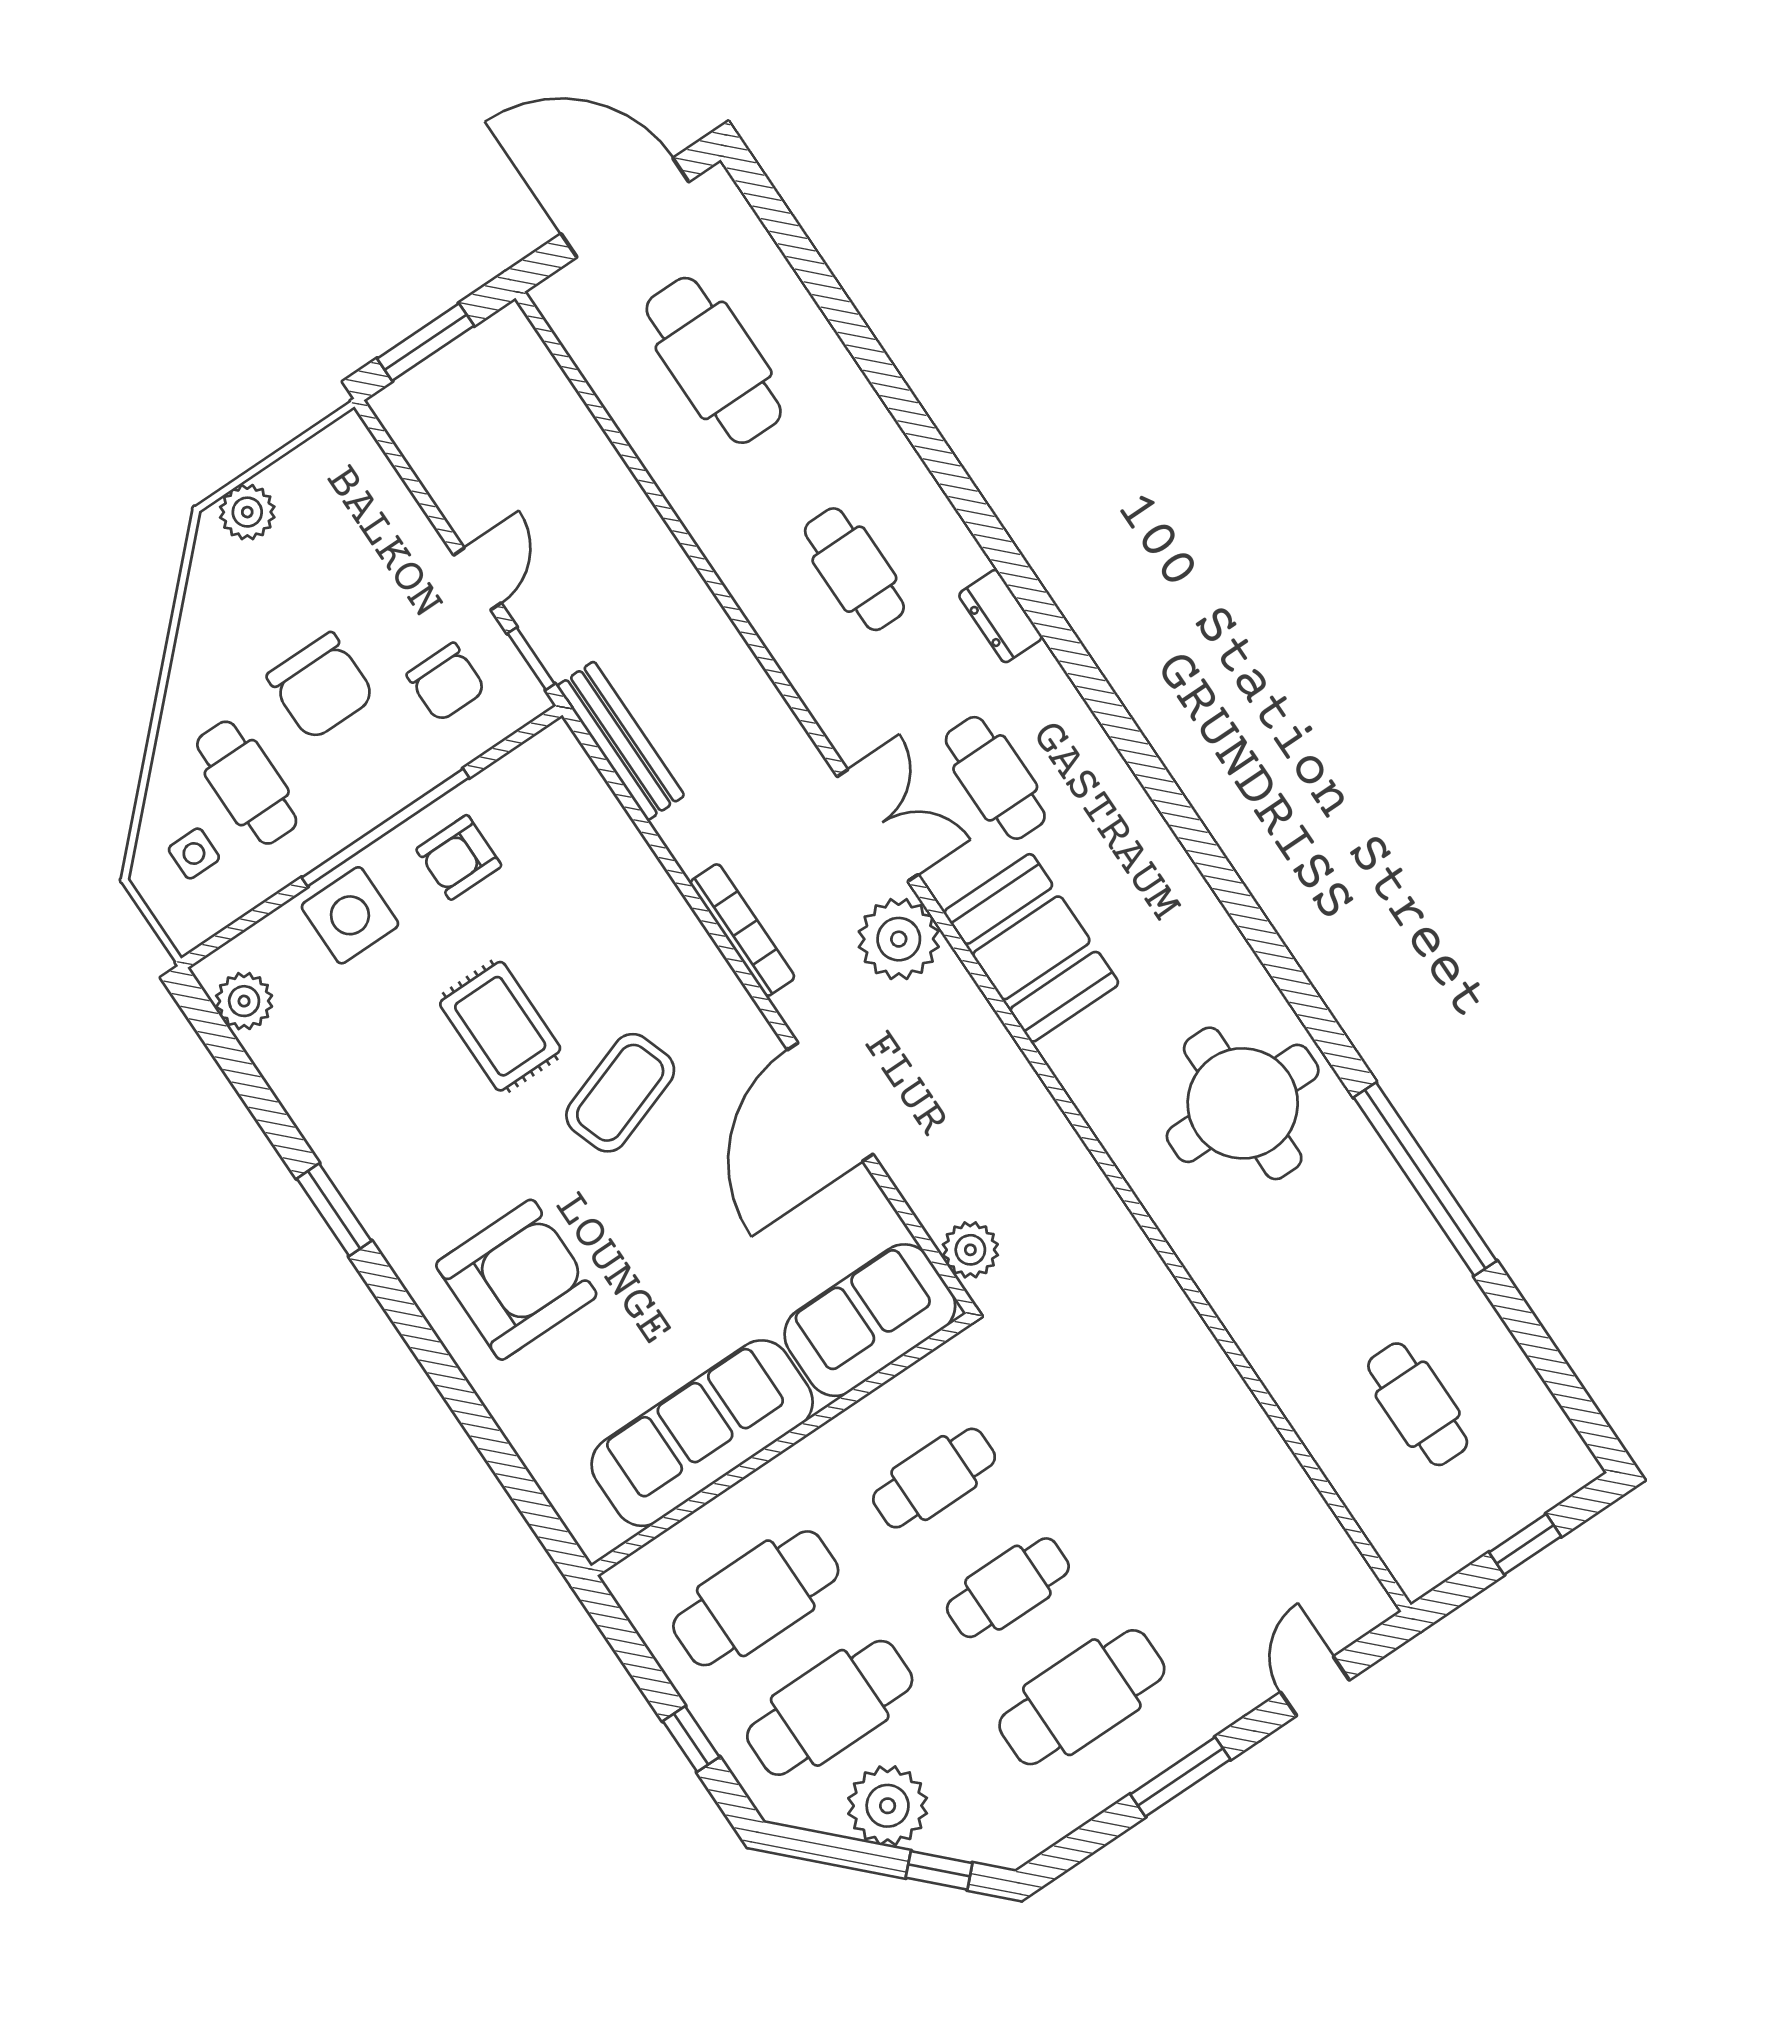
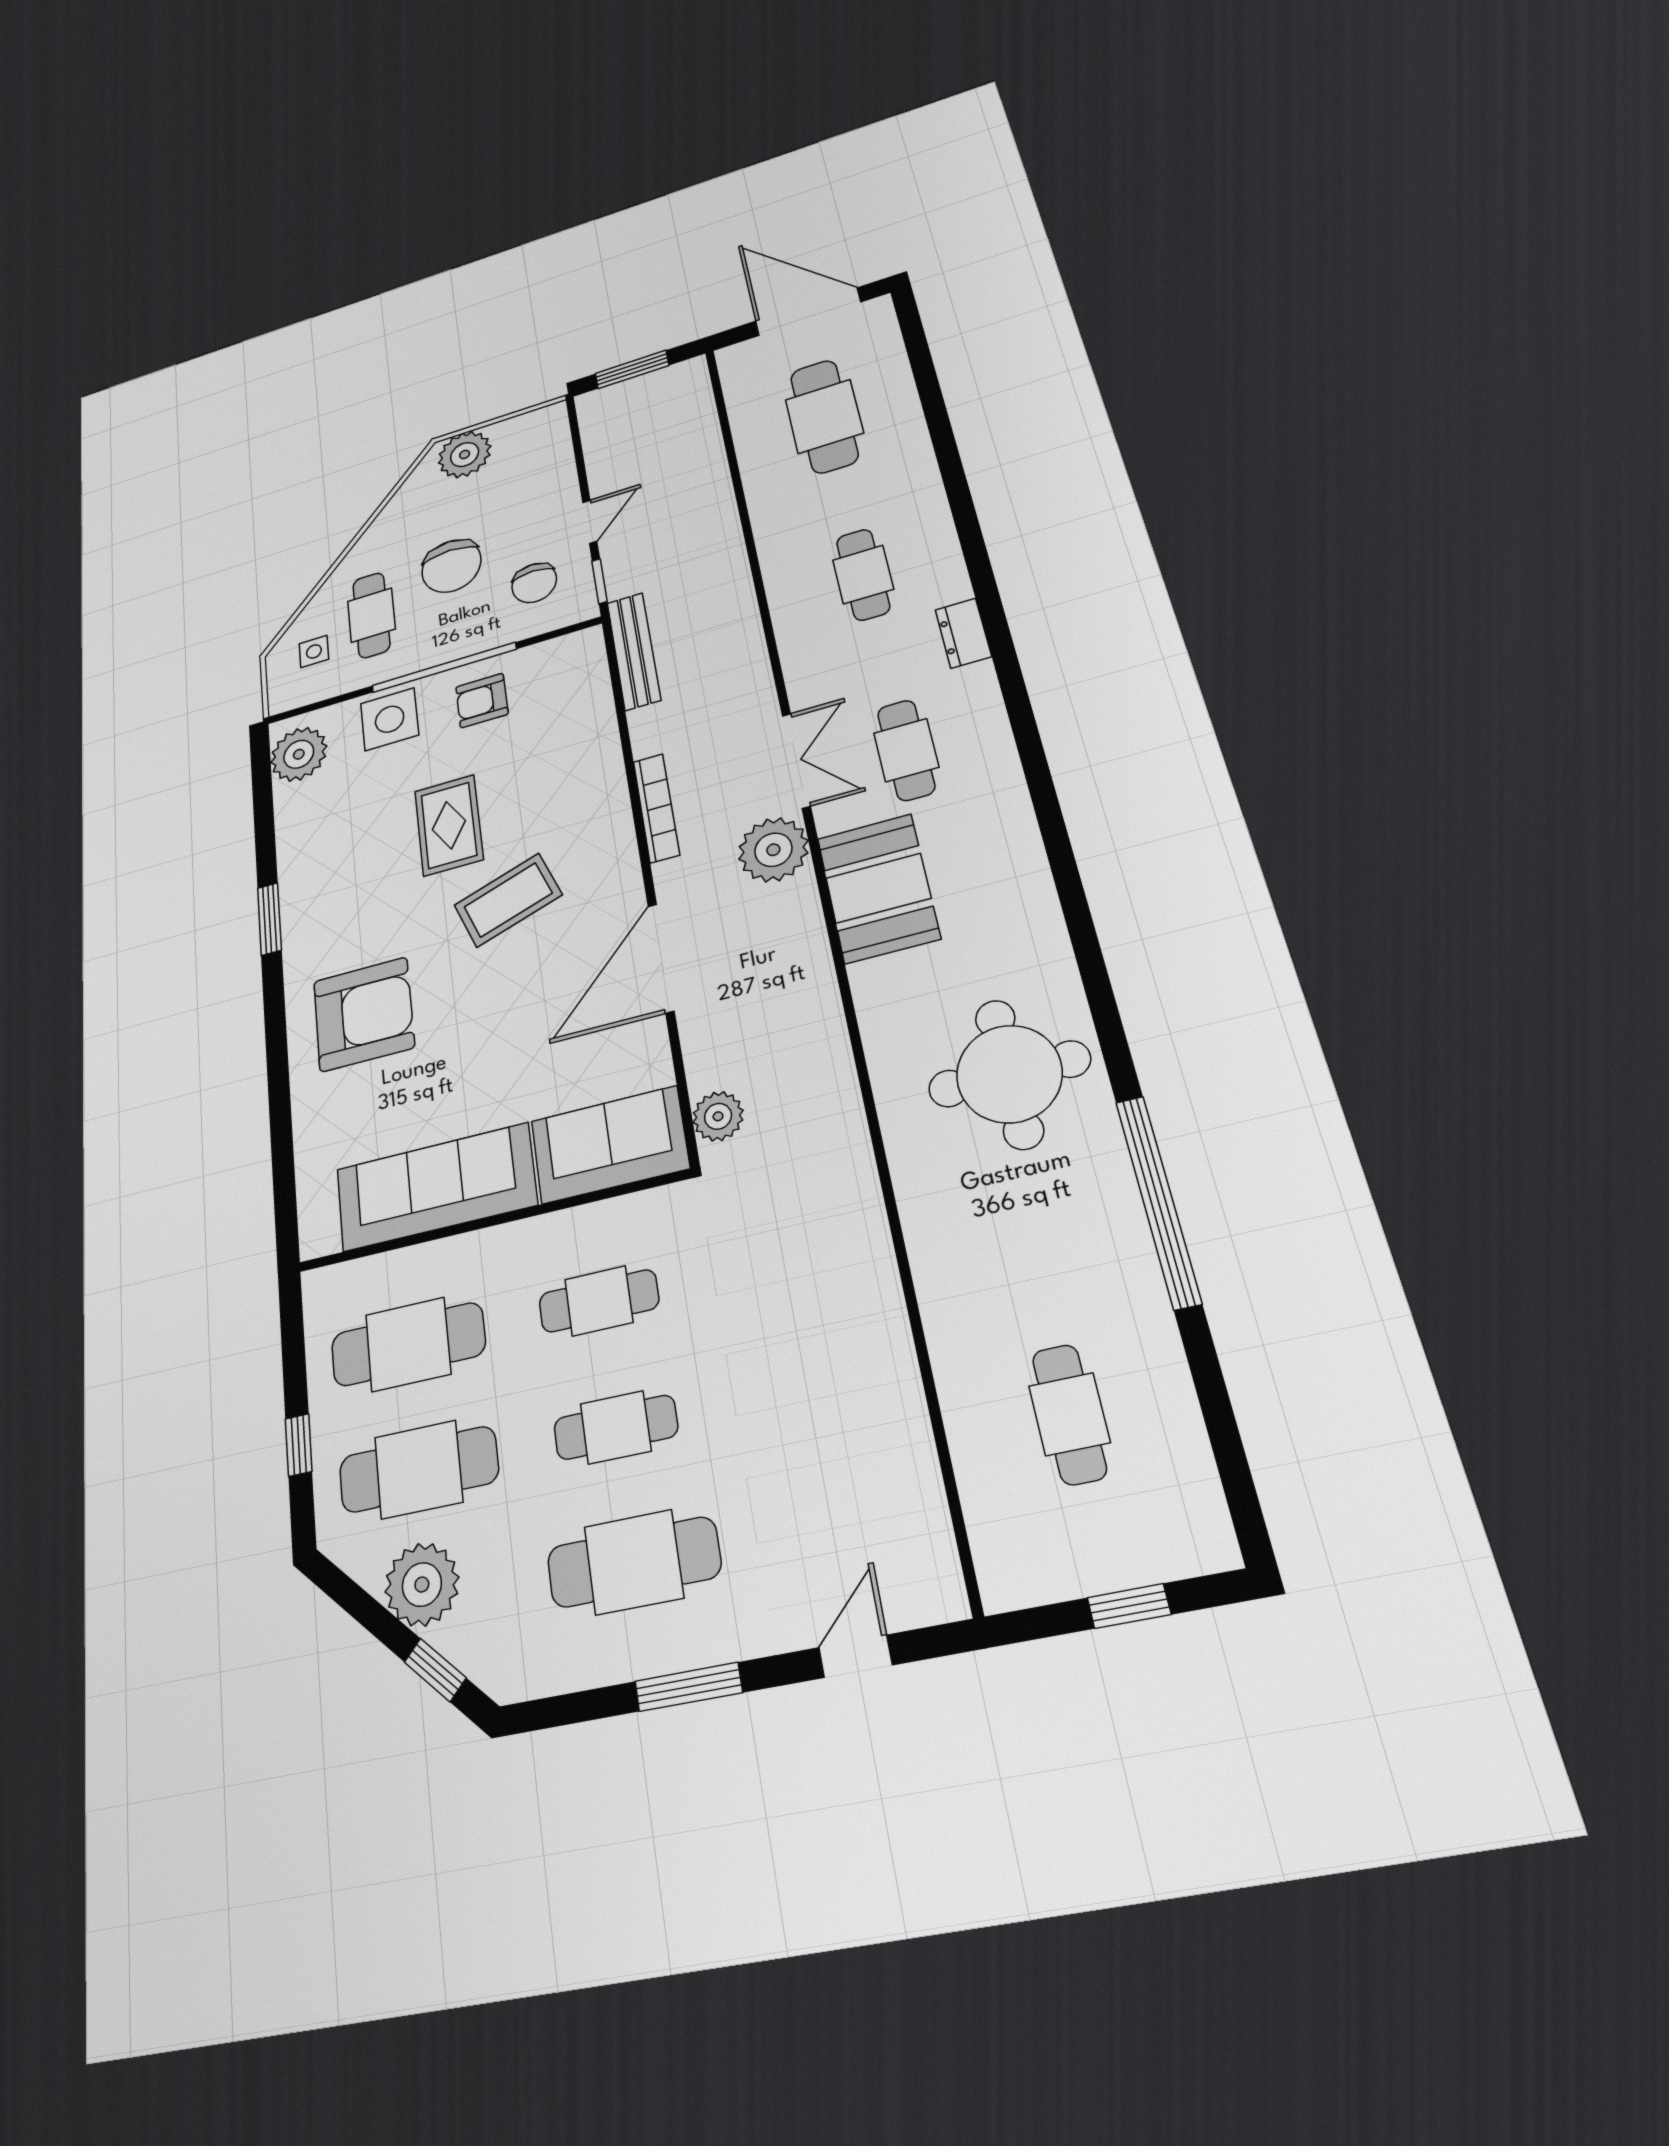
plant: (247, 512) -> (465, 455), width x1.36, depth x1.36
plant: (244, 1001) -> (299, 754), width x1.36, depth x1.36

